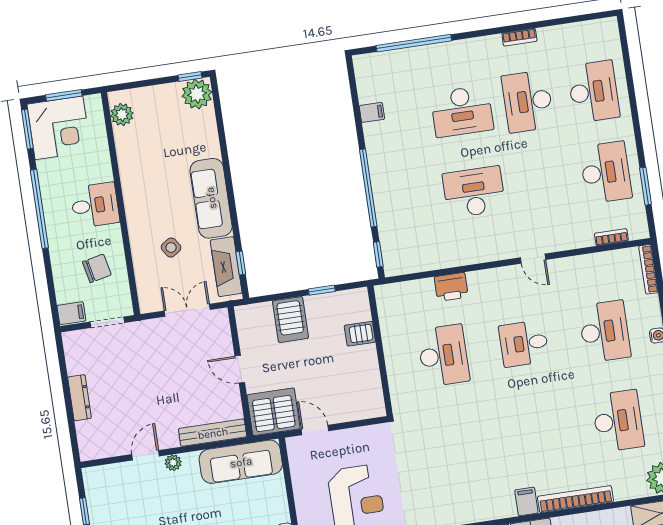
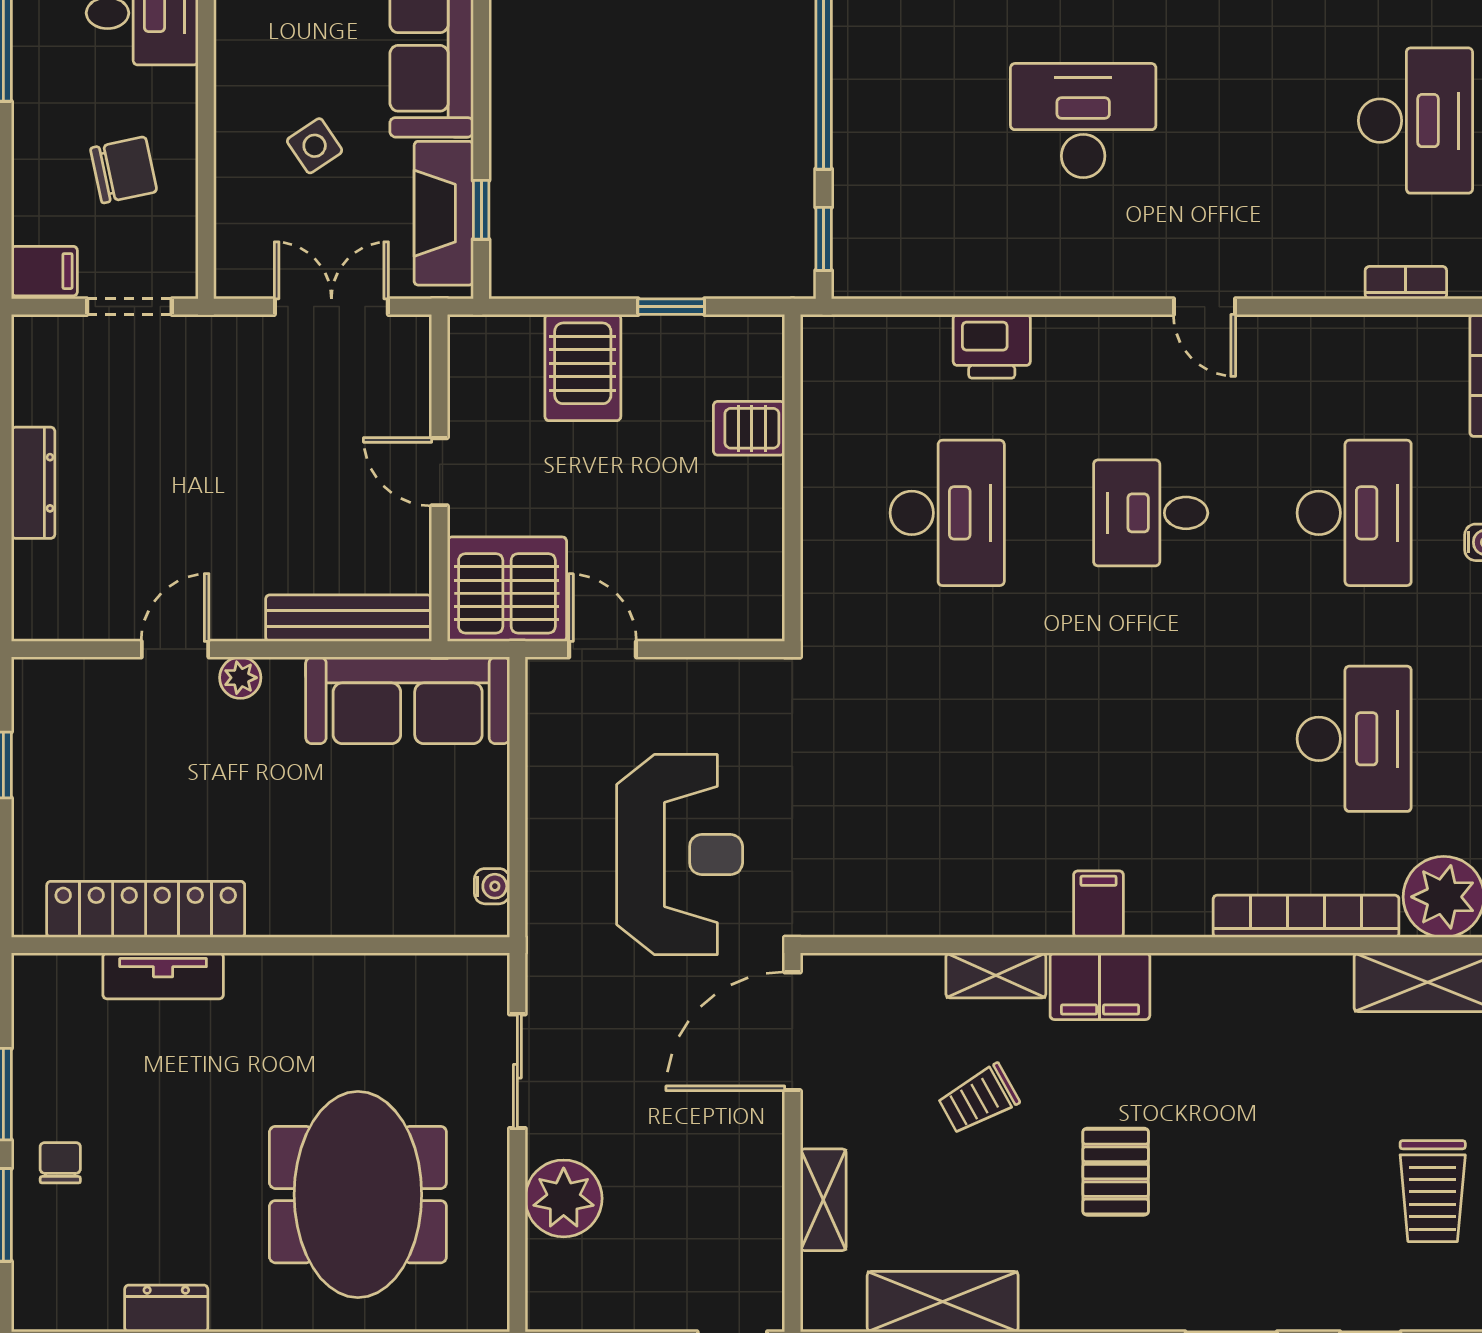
bookcase: (575, 499) -> (1306, 916), moved

